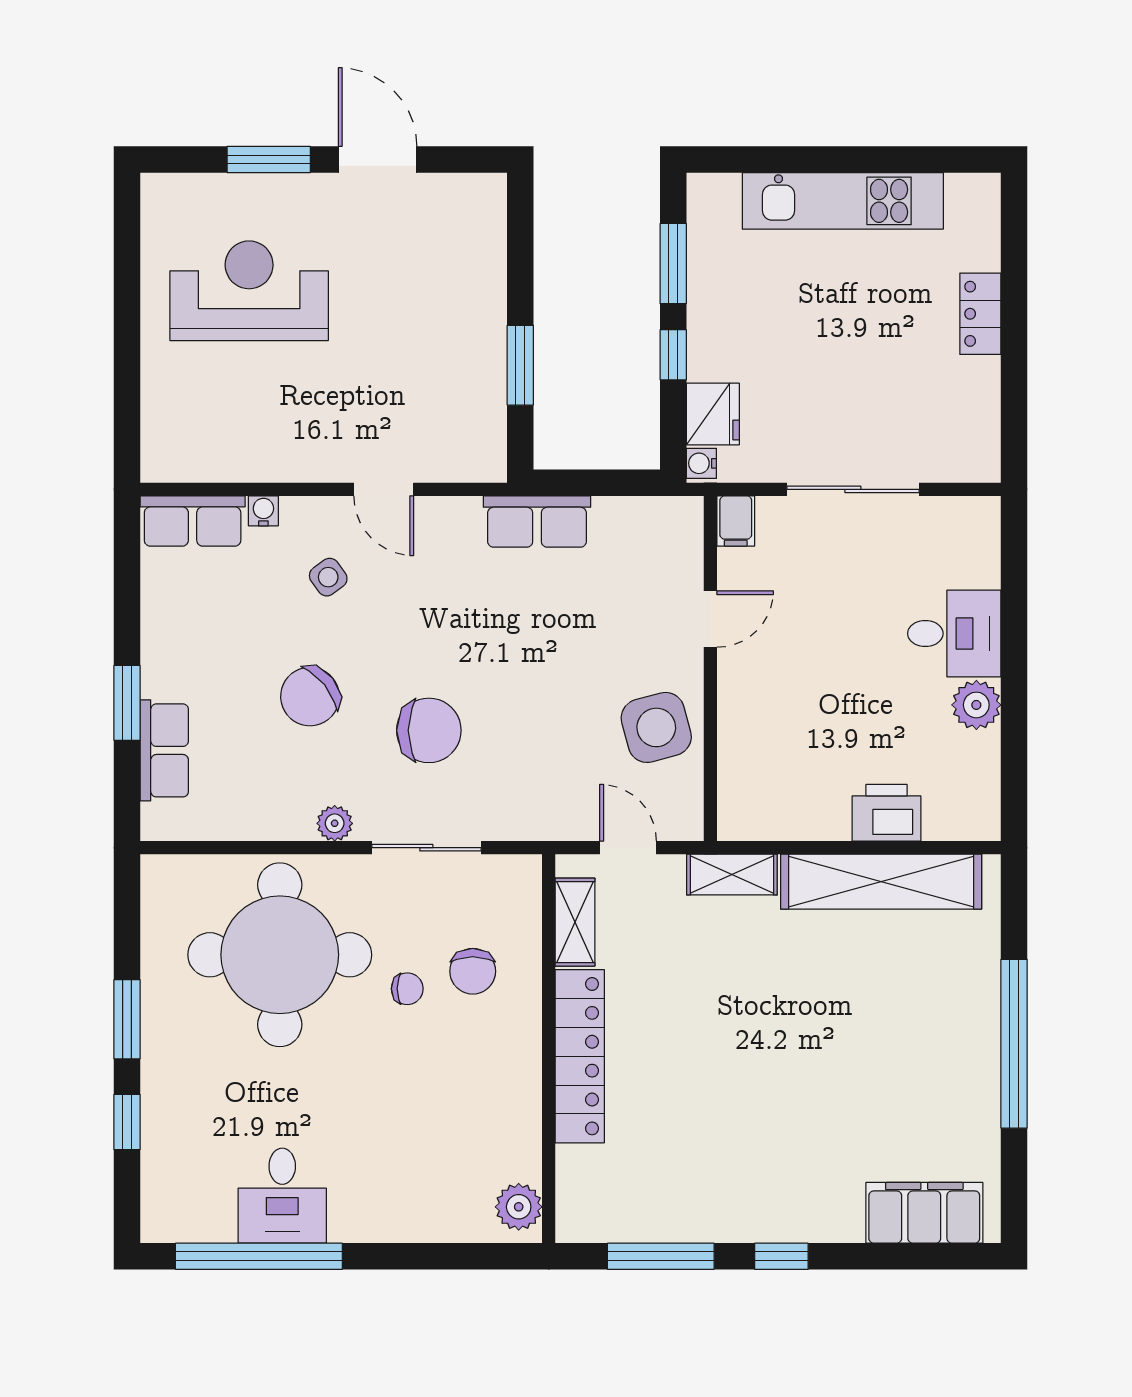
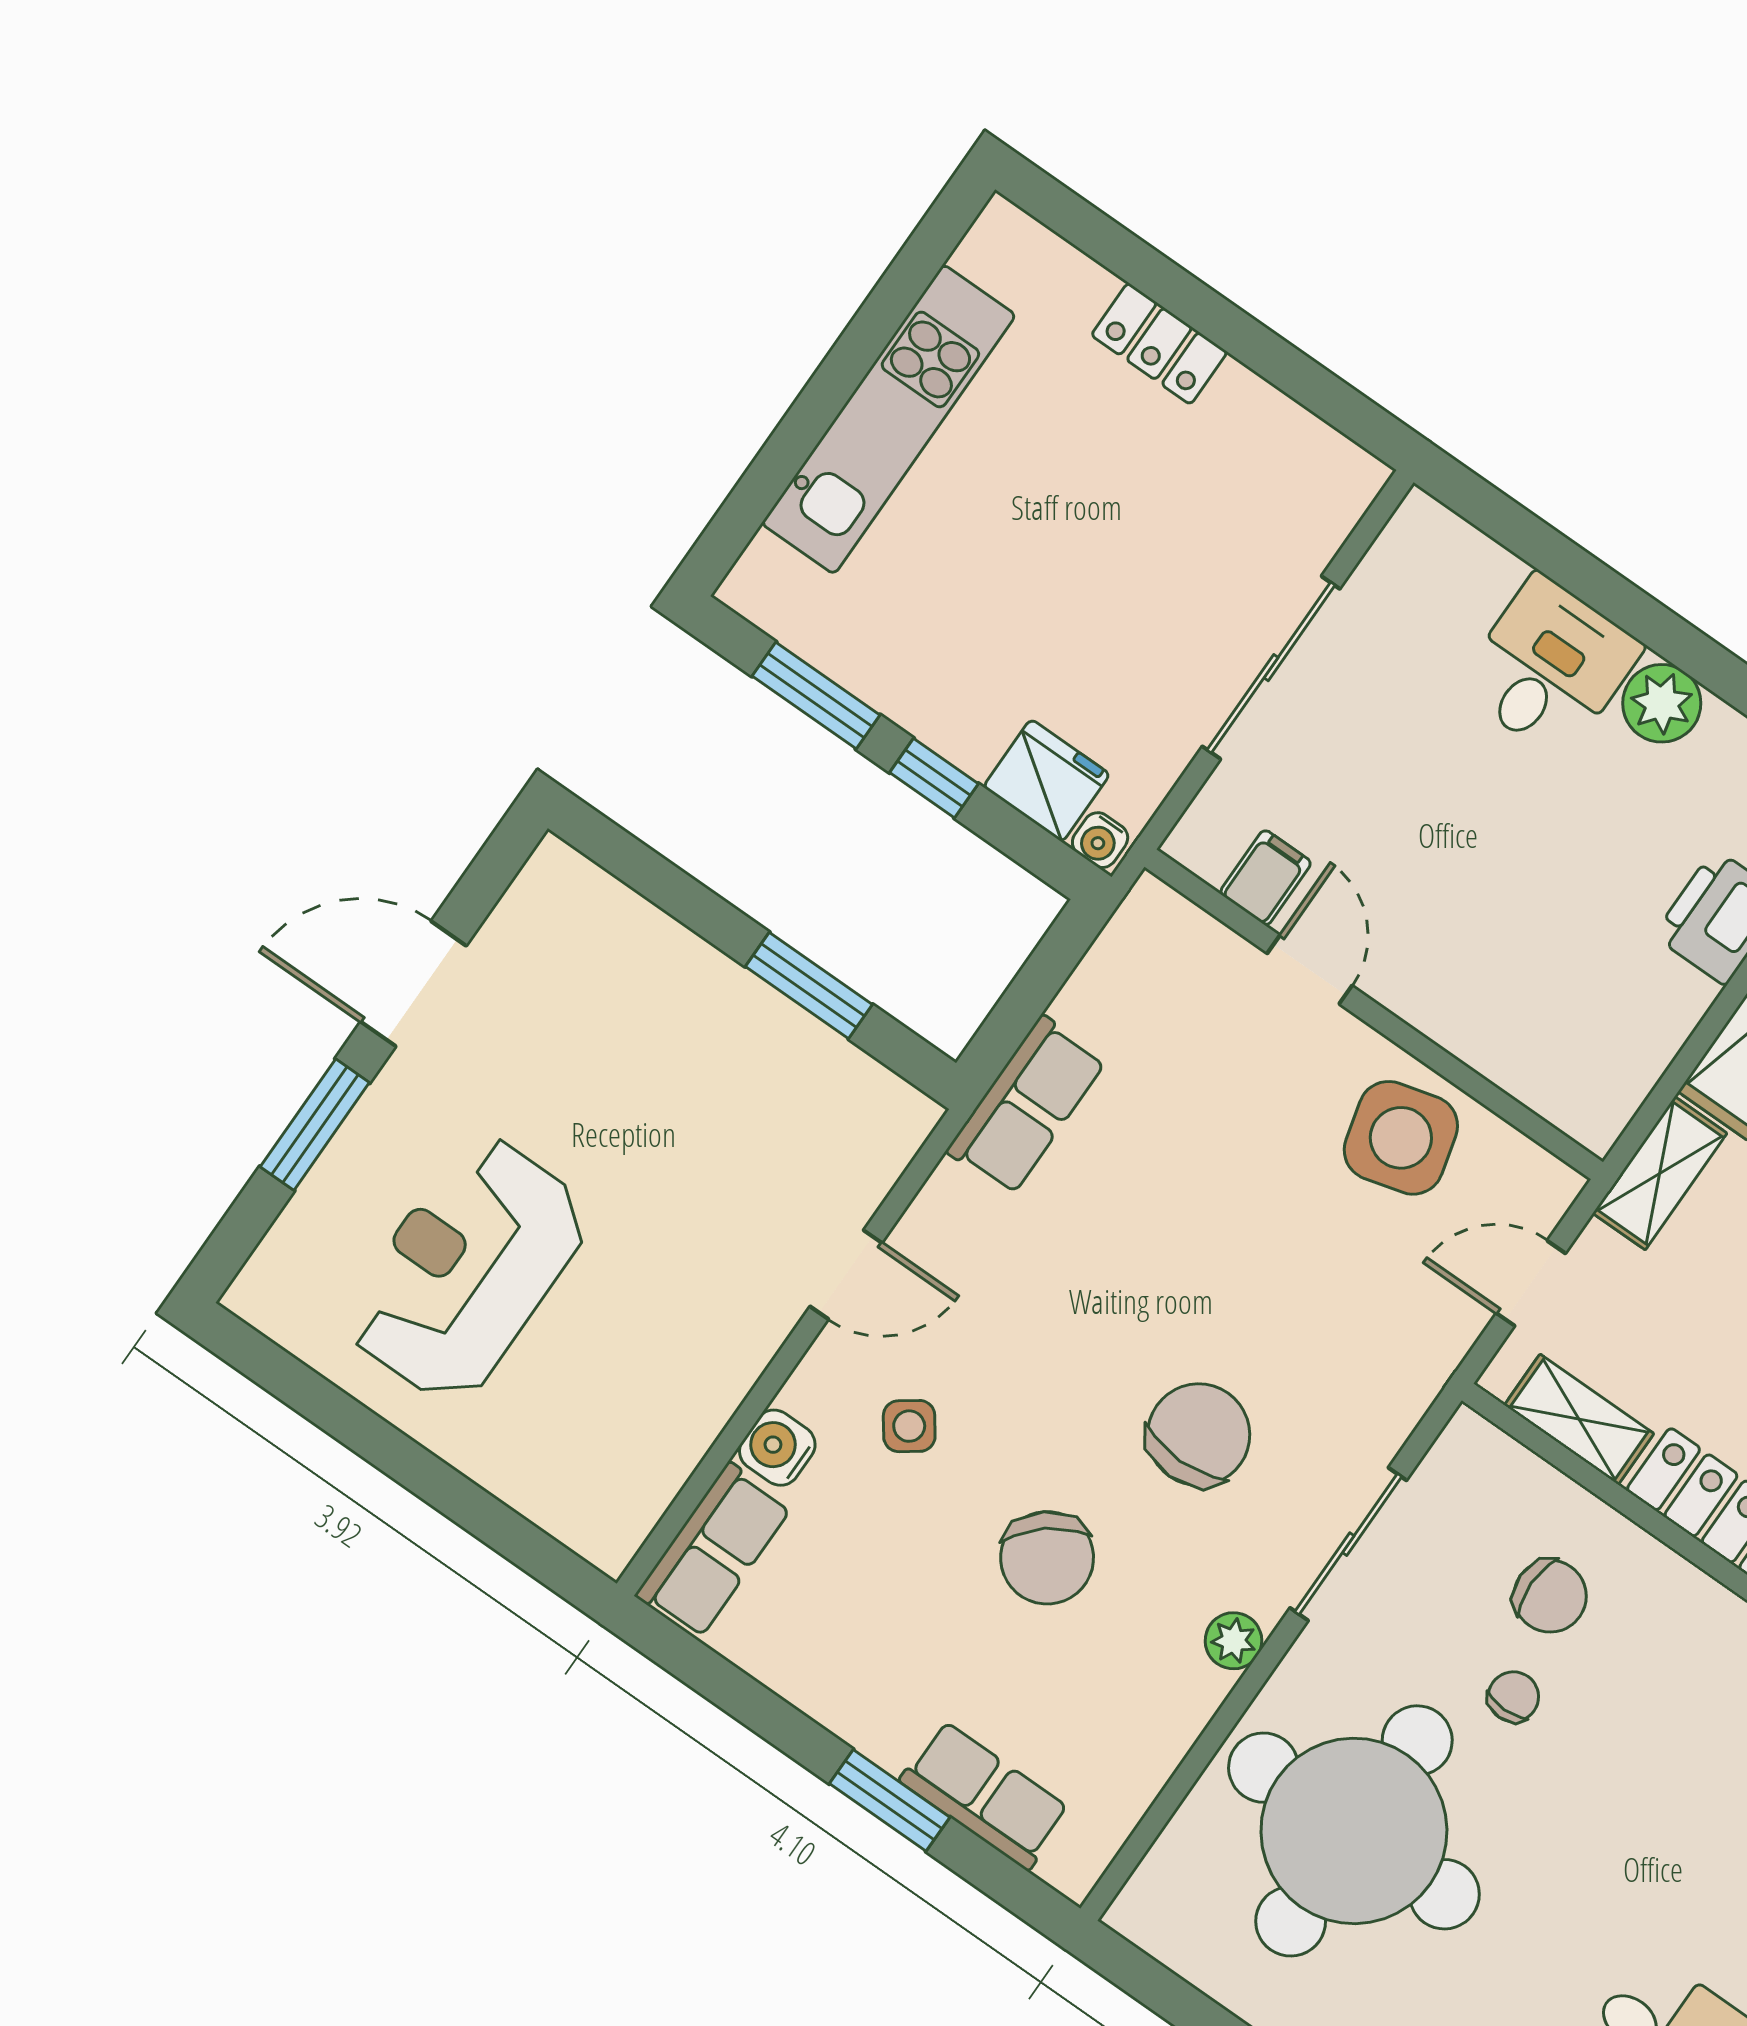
water cooler: (263, 511) -> (777, 1448), width x1.38, depth x1.38
filing cabinet: (736, 521) -> (1266, 878), moved, turned -90

